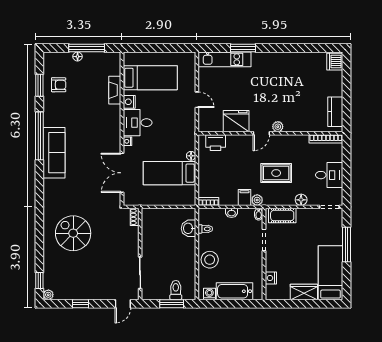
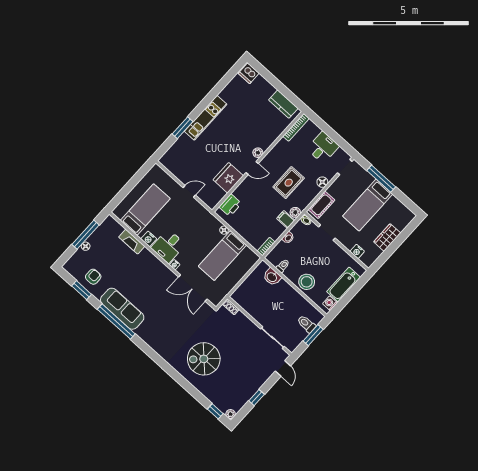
kitchen unit: (225, 59) -> (206, 118), moved
door: (261, 133) -> (252, 168), hinge flipped
sofa: (54, 153) -> (122, 309), moved
bed: (331, 273) -> (368, 205), moved, turned -90

